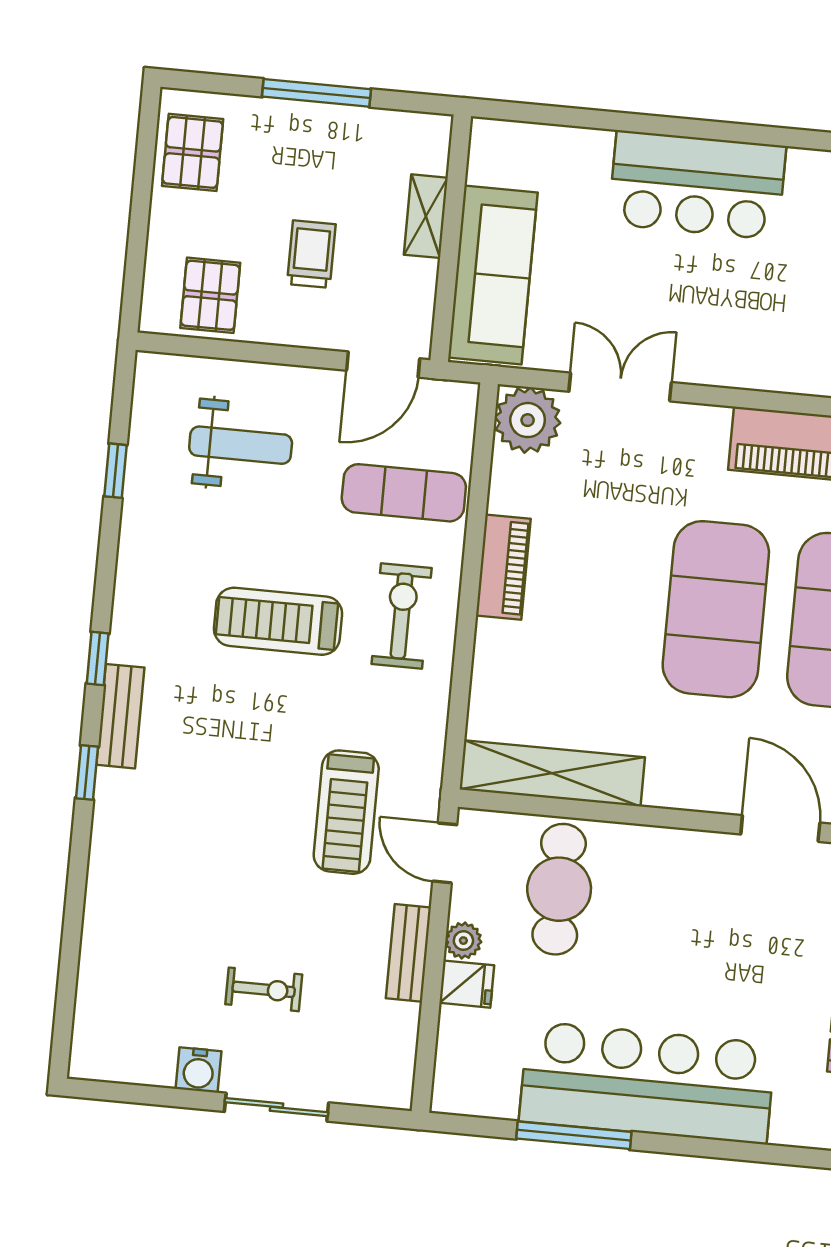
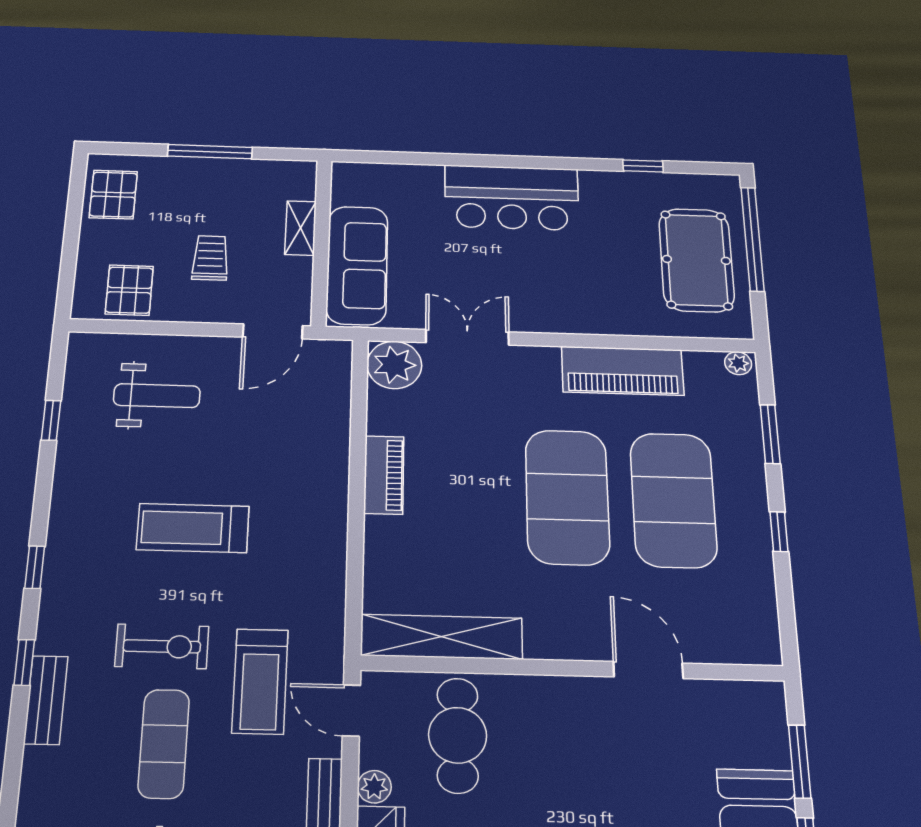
exercise mat: (404, 493) -> (164, 744), moved, turned 90
exercise bike: (402, 616) -> (162, 646), moved, turned 90
bench: (120, 716) -> (46, 700), moved

